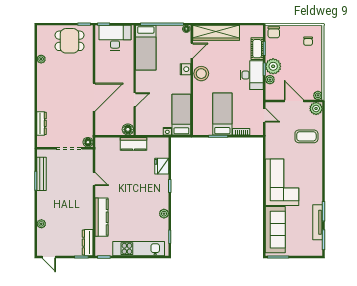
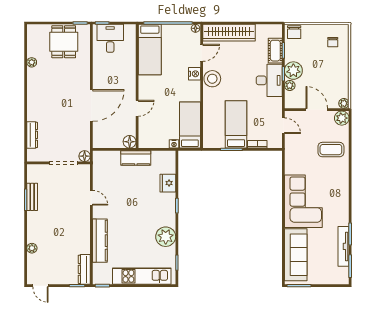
desk: (115, 38) -> (110, 38), width x0.73
dining table: (69, 41) -> (64, 42), turned 90
bench: (42, 174) -> (32, 197), width x0.73
plant: (164, 214) -> (166, 237), width x1.88, depth x1.88

